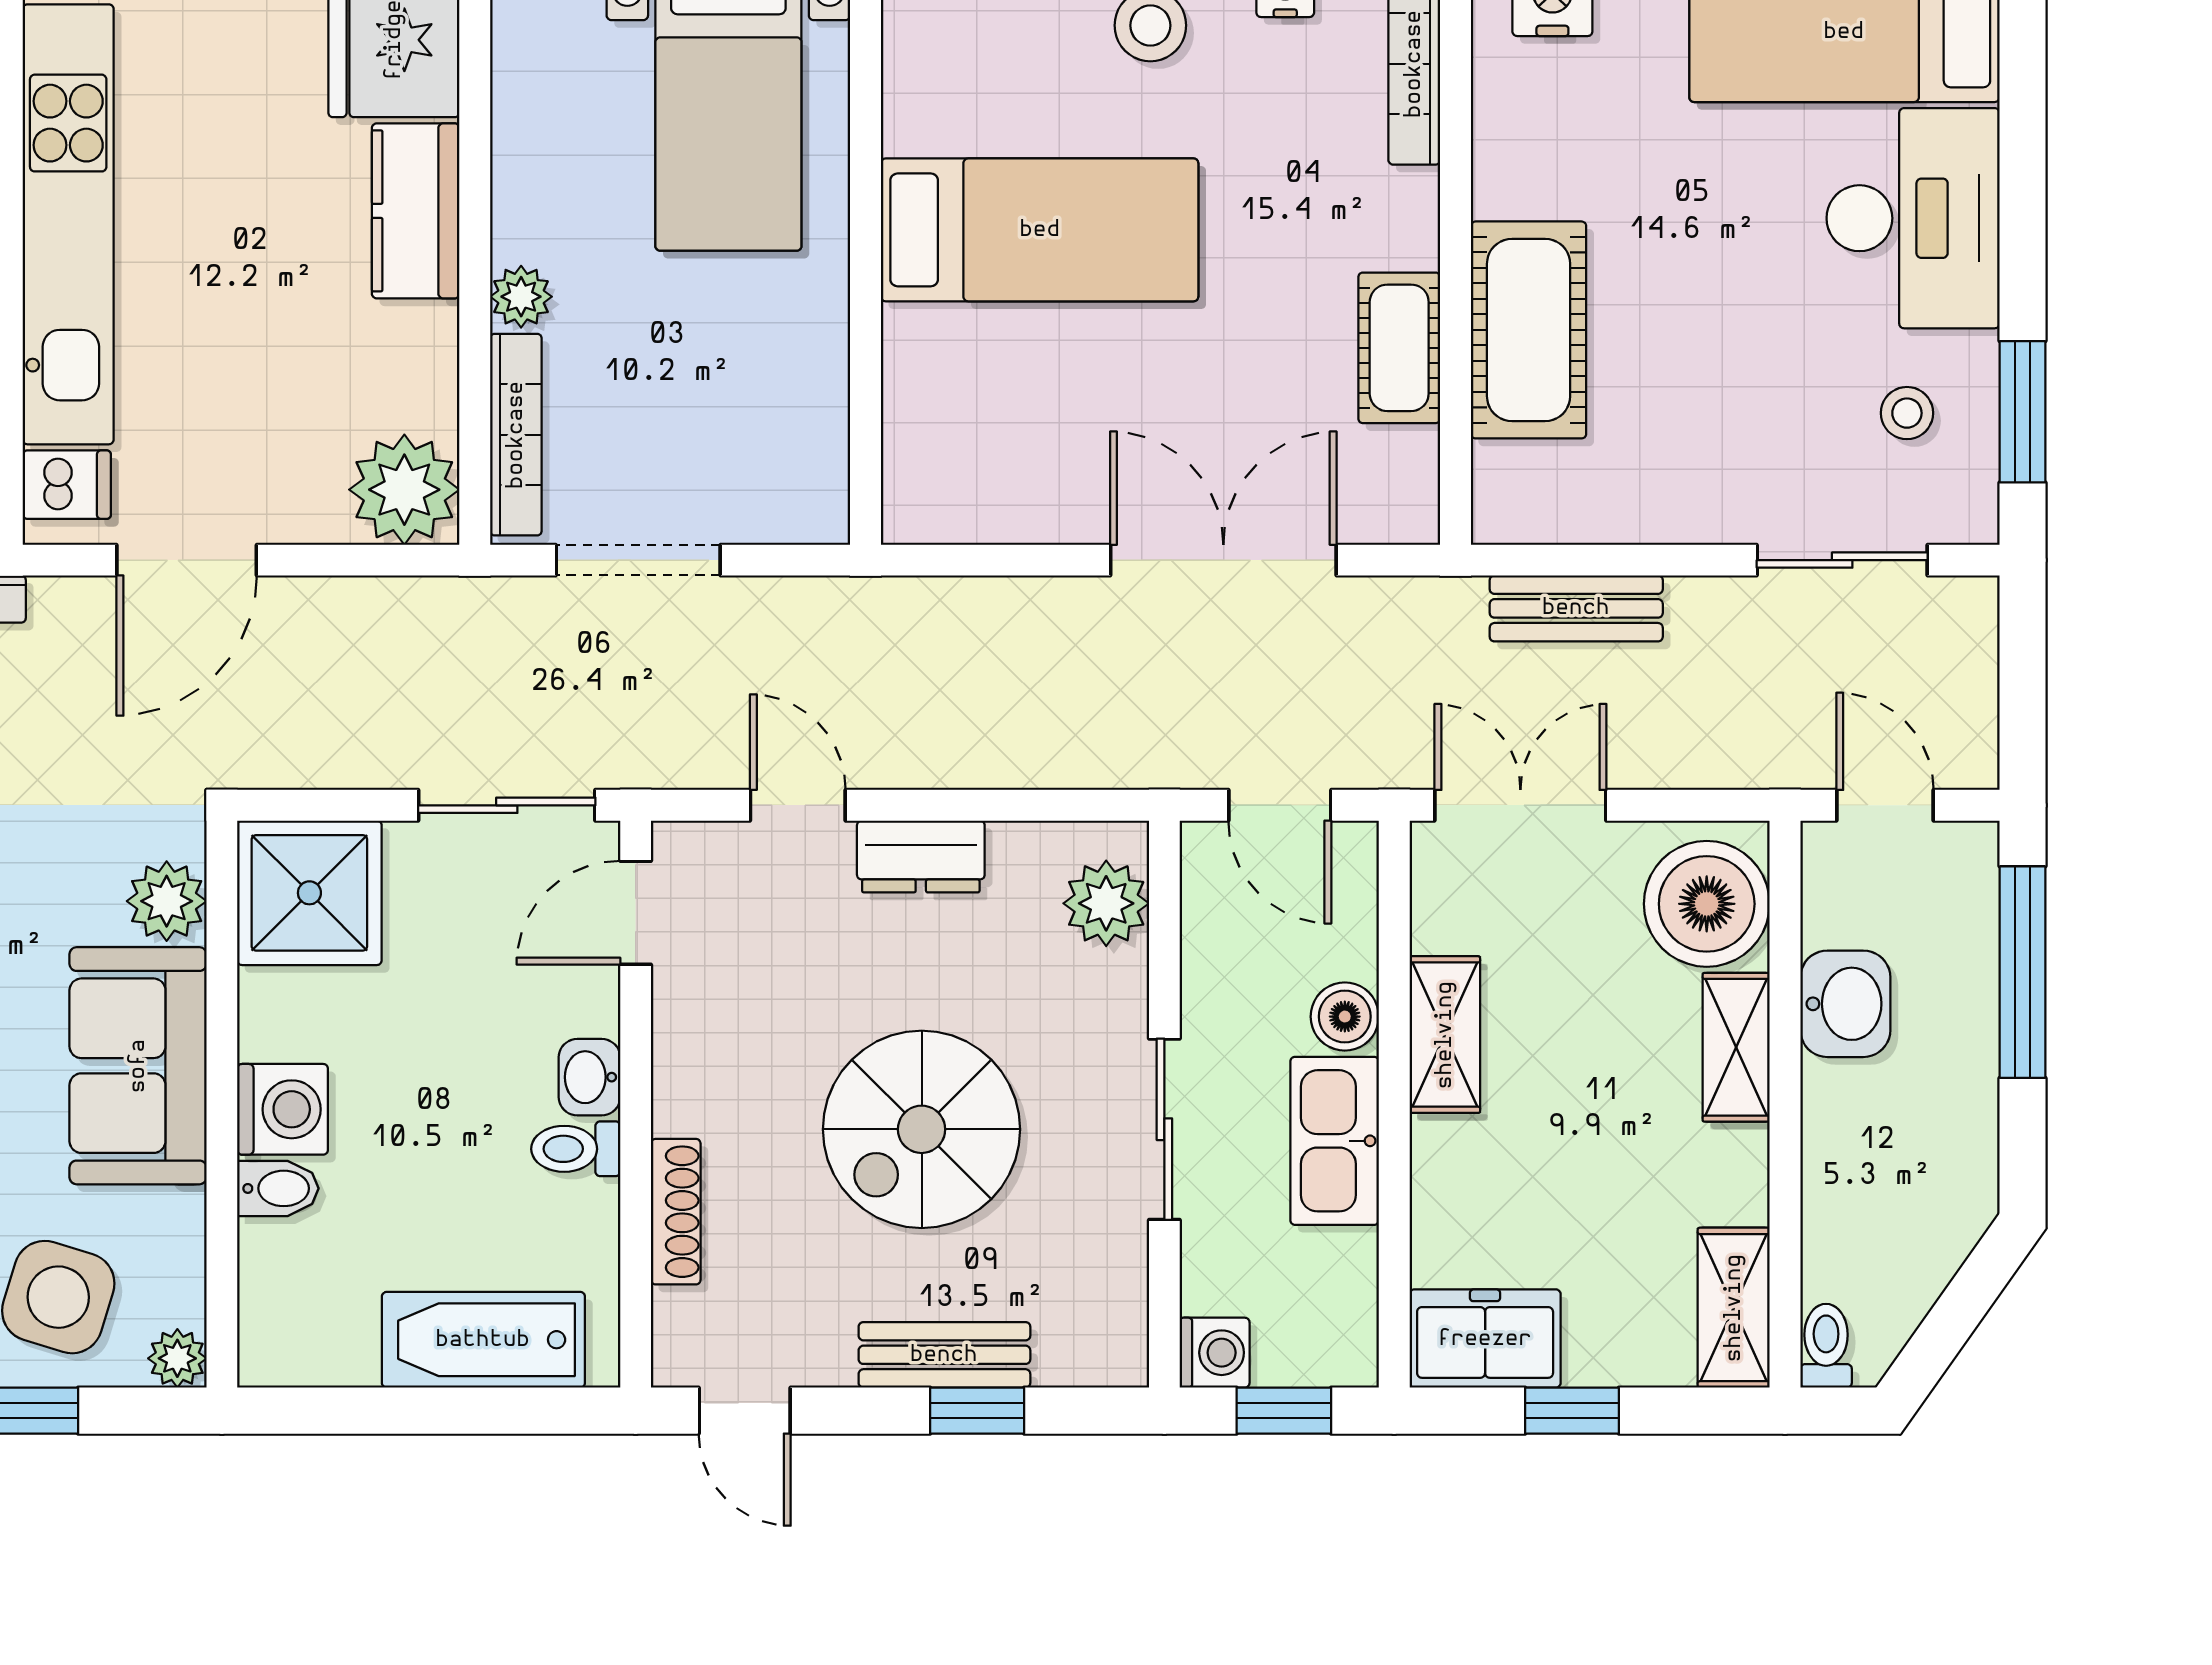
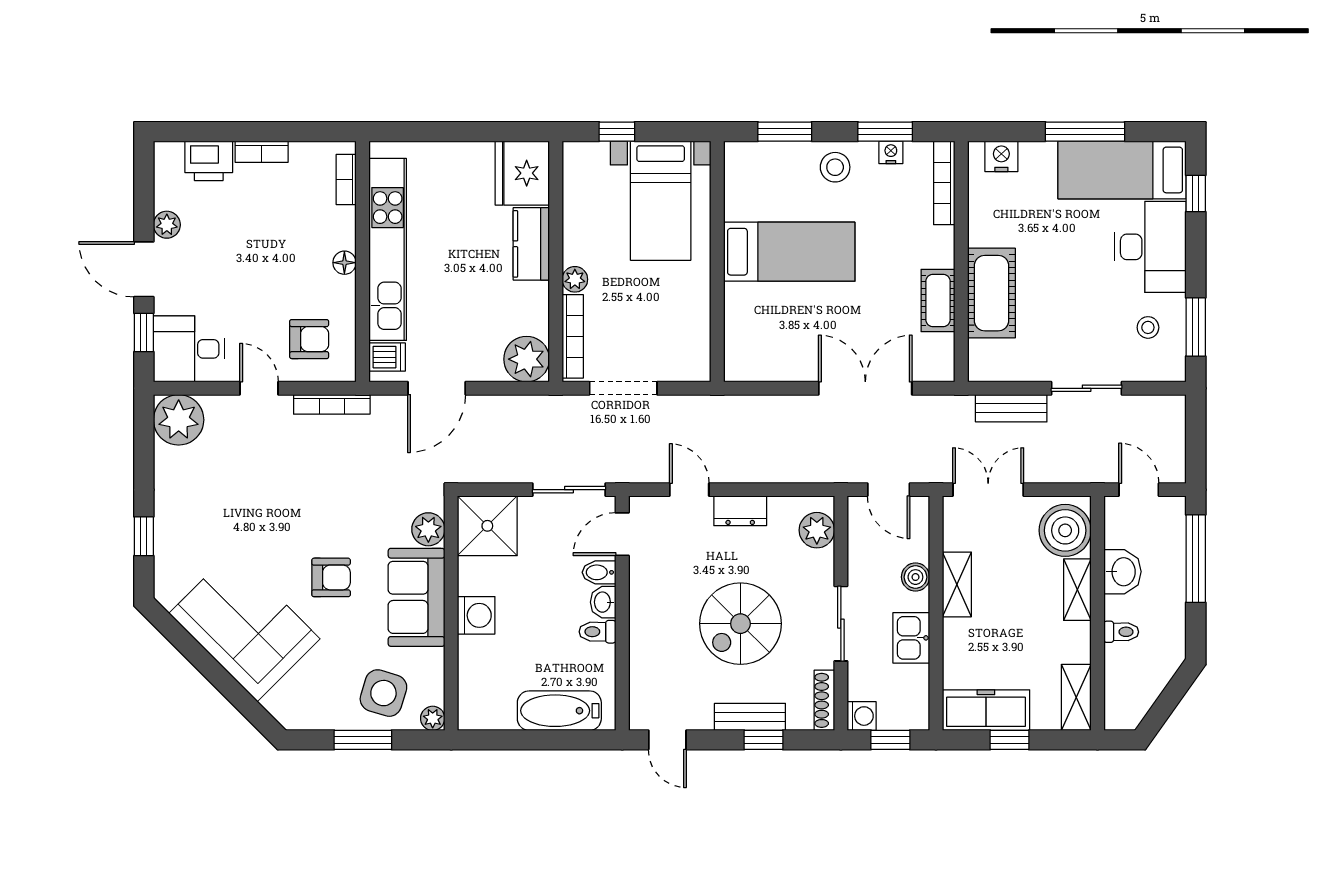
window: (2023, 89) -> (1196, 194), added
sliding door: (1842, 560) -> (1087, 388), moved
kitchen sink: (1335, 1141) -> (911, 638), width x0.73
bidet: (278, 1188) -> (599, 572), moved, turned 180
shoe rack: (676, 1212) -> (824, 700), moved, turned 180
freezer: (1485, 1339) -> (986, 710), width x1.40
toilet: (1826, 1346) -> (1121, 632), moved, turned 90

